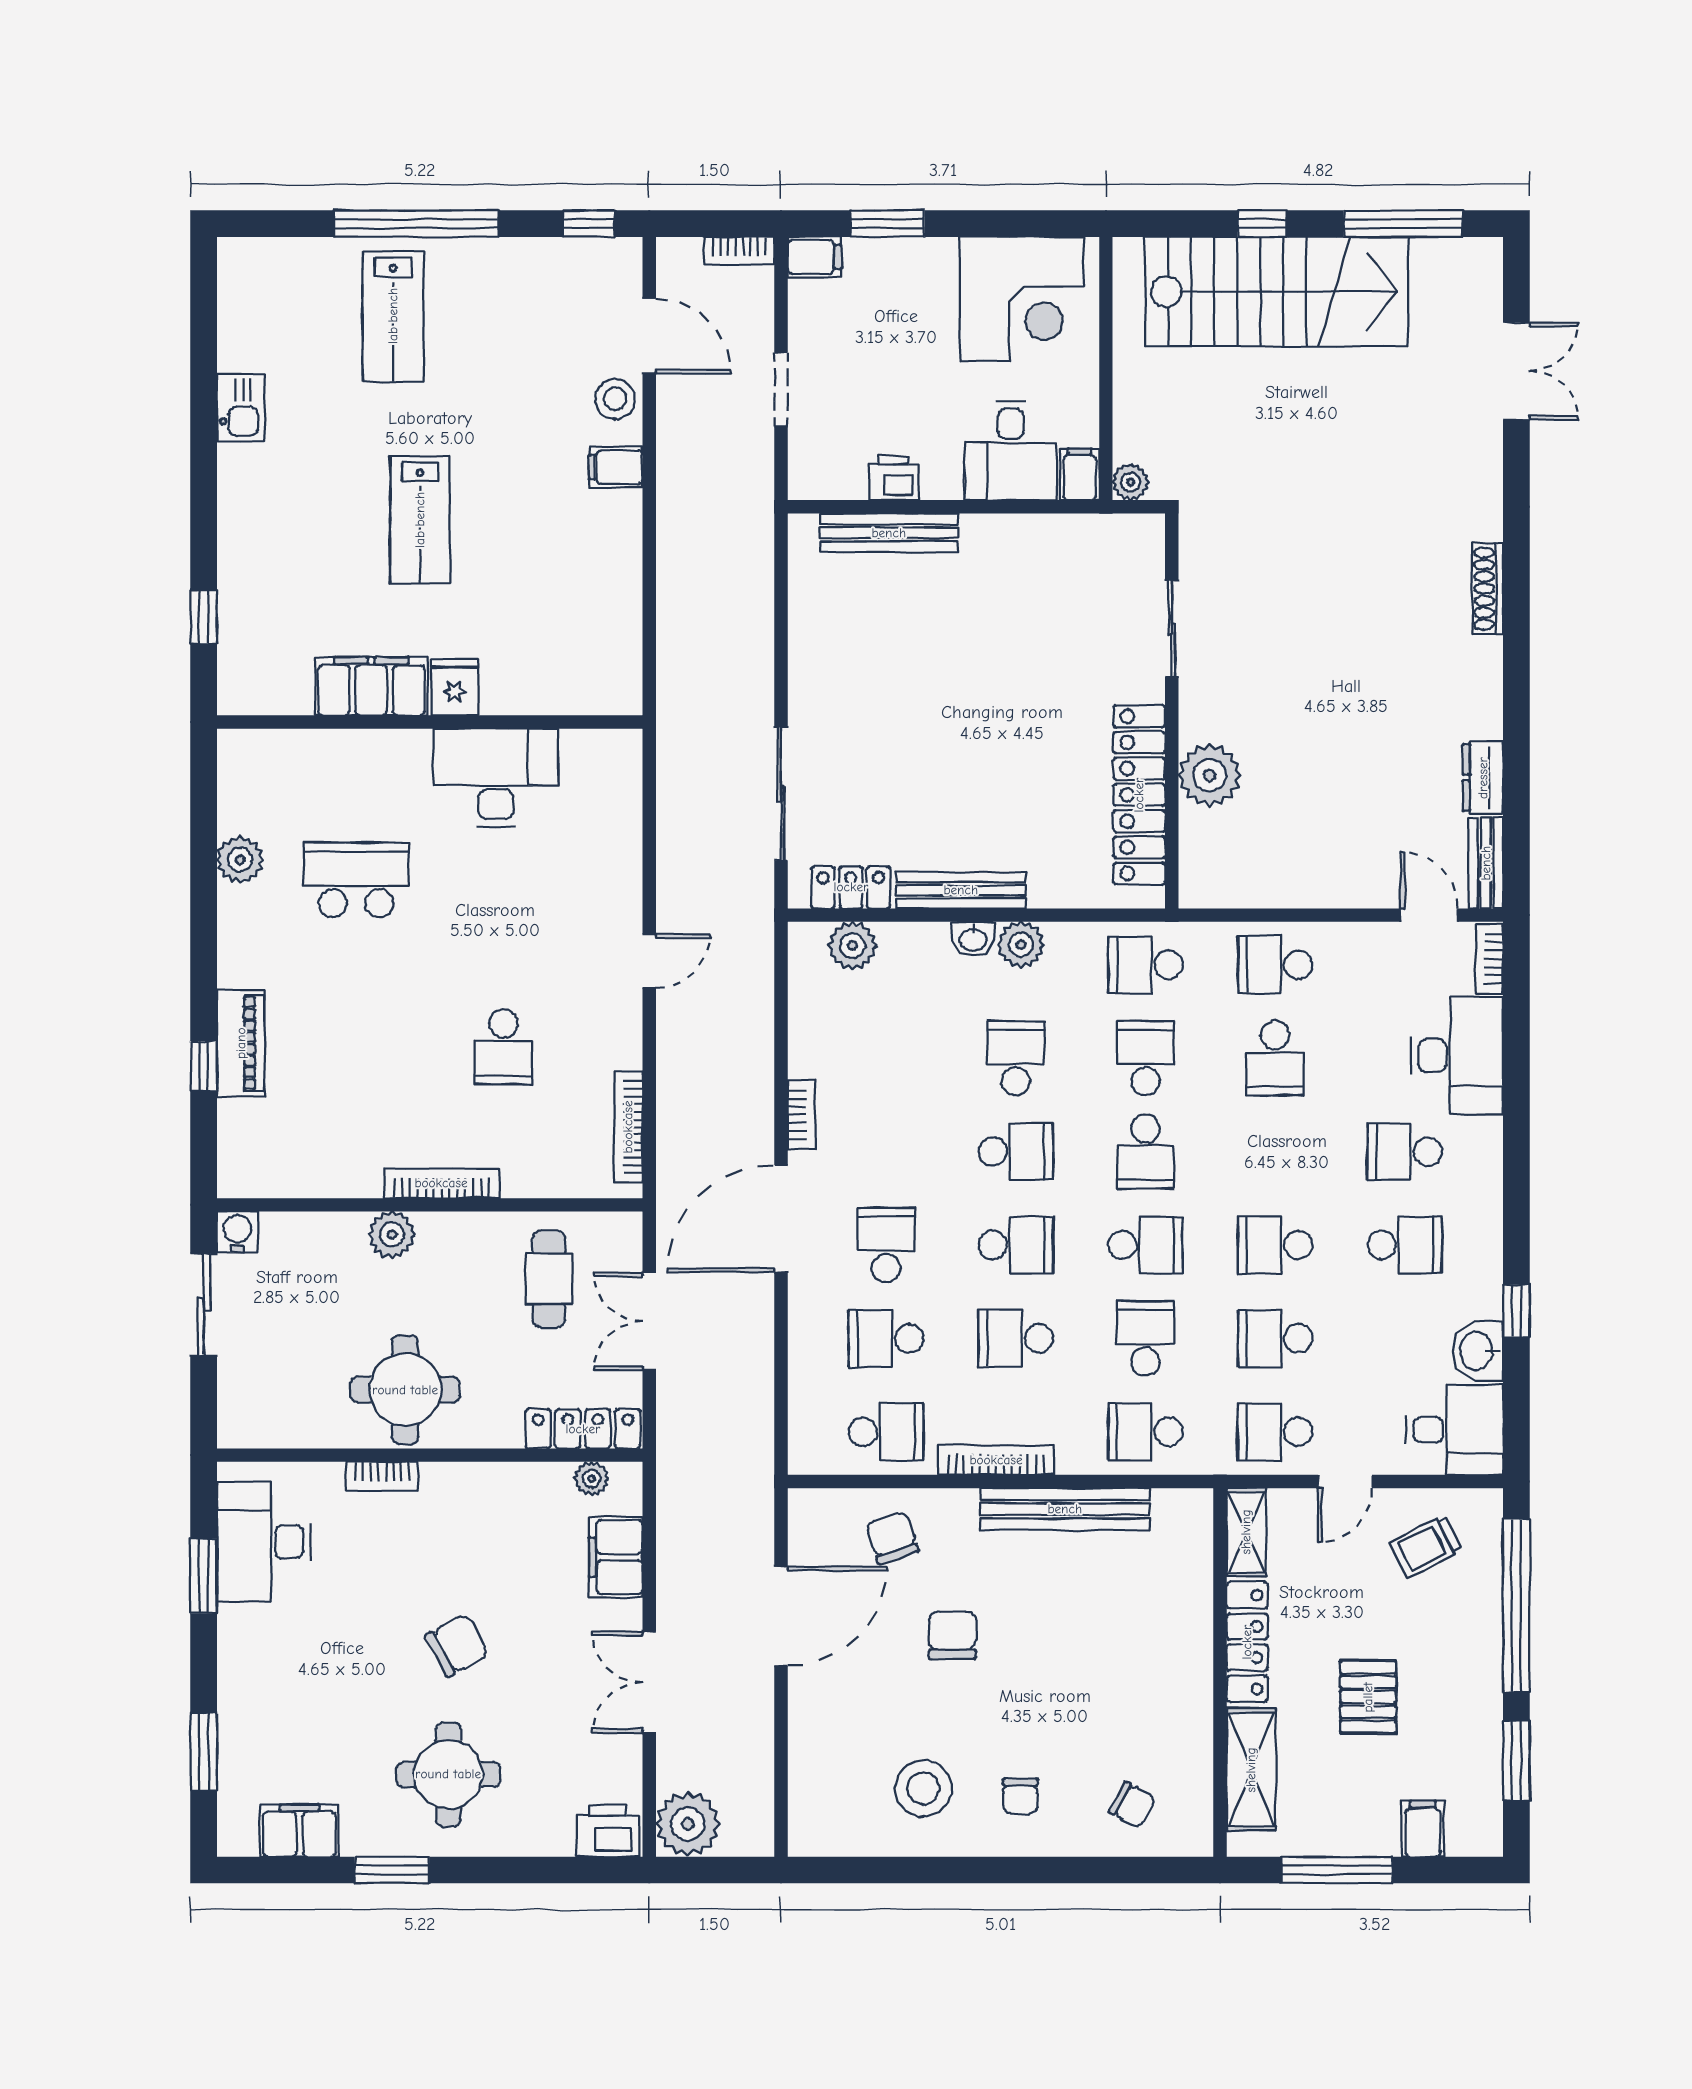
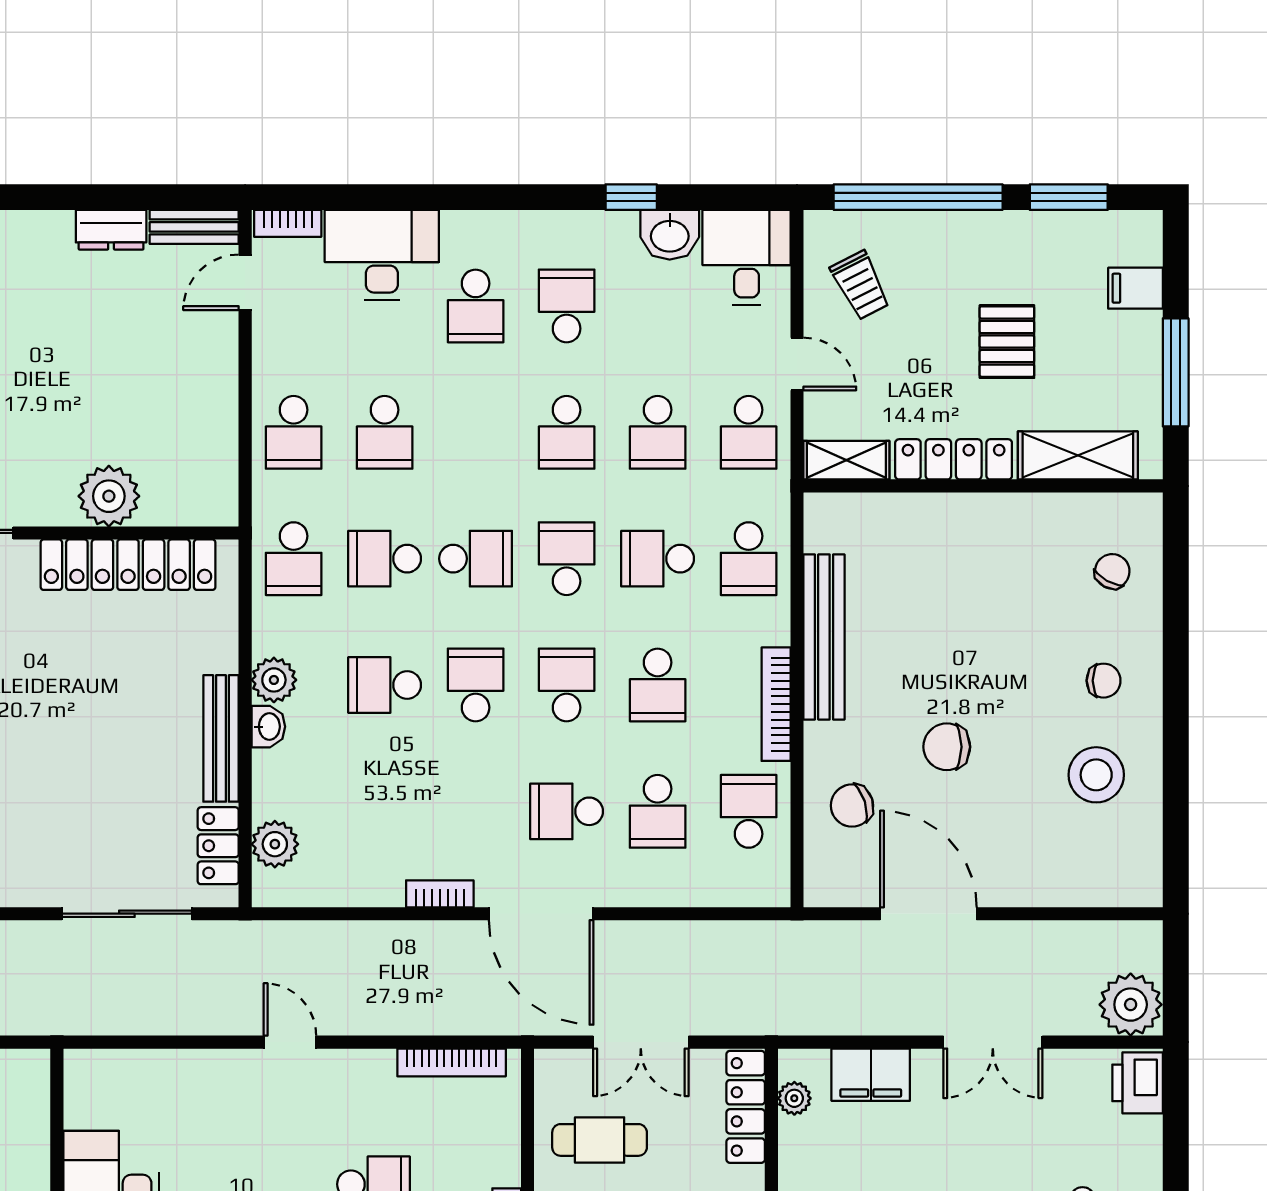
school desk: (1275, 1058) -> (385, 432), turned 90
pallet: (1368, 1697) -> (1007, 342), turned 90

